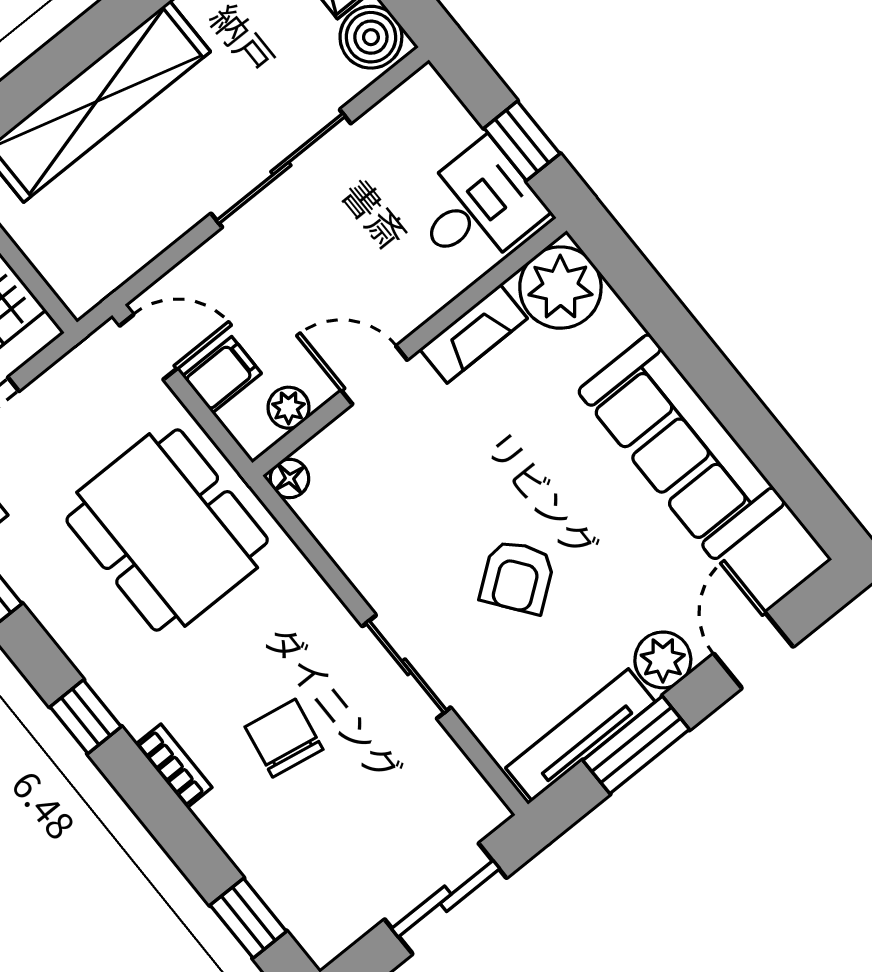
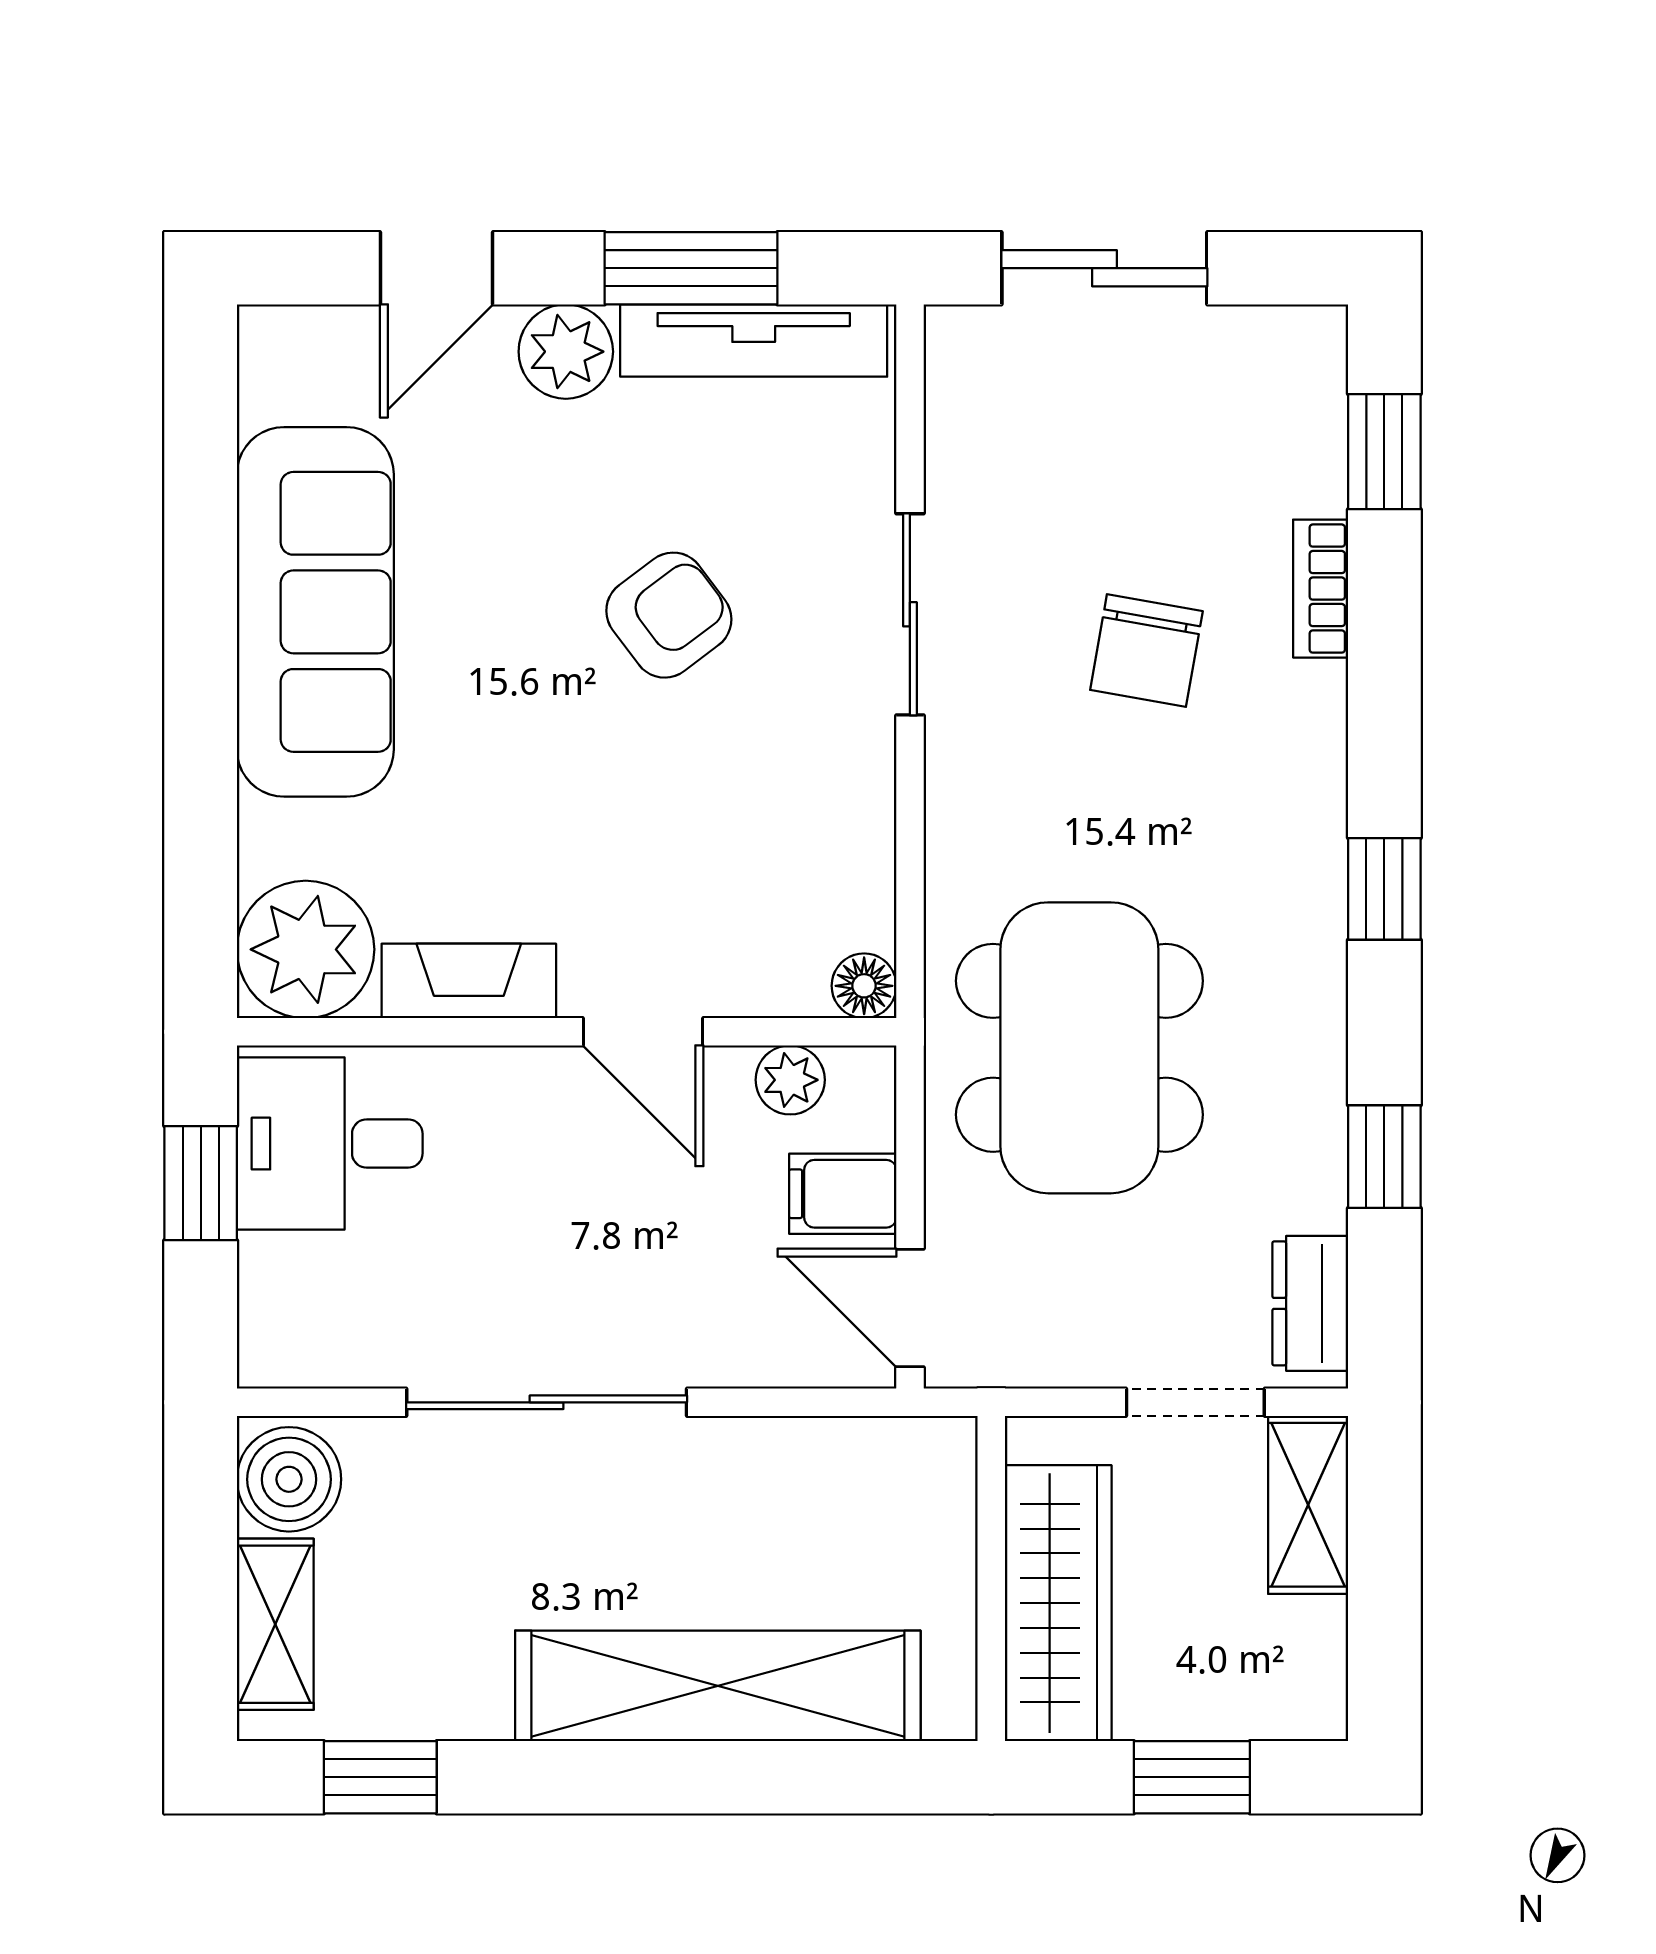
bookcase: (174, 766) -> (1321, 589), moved

